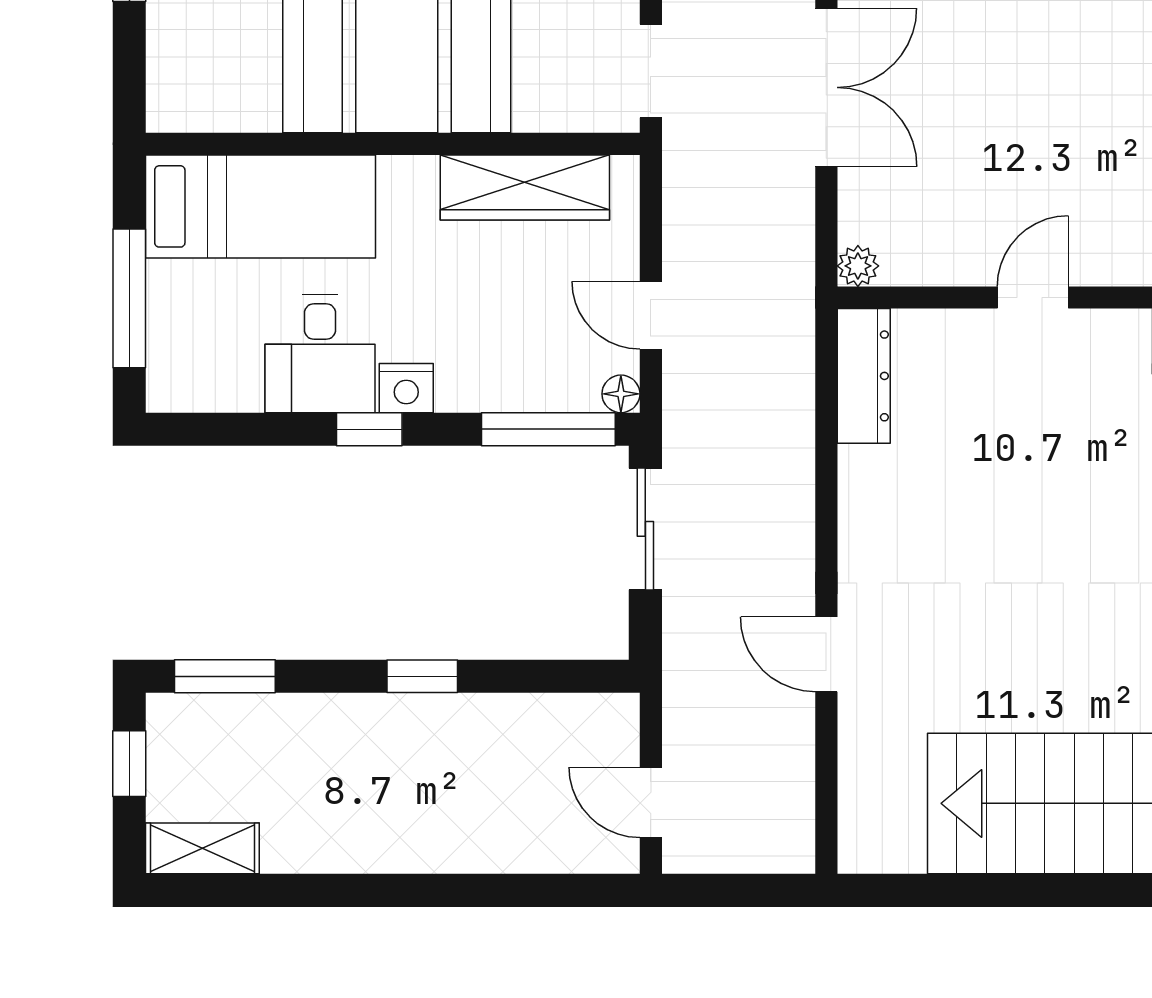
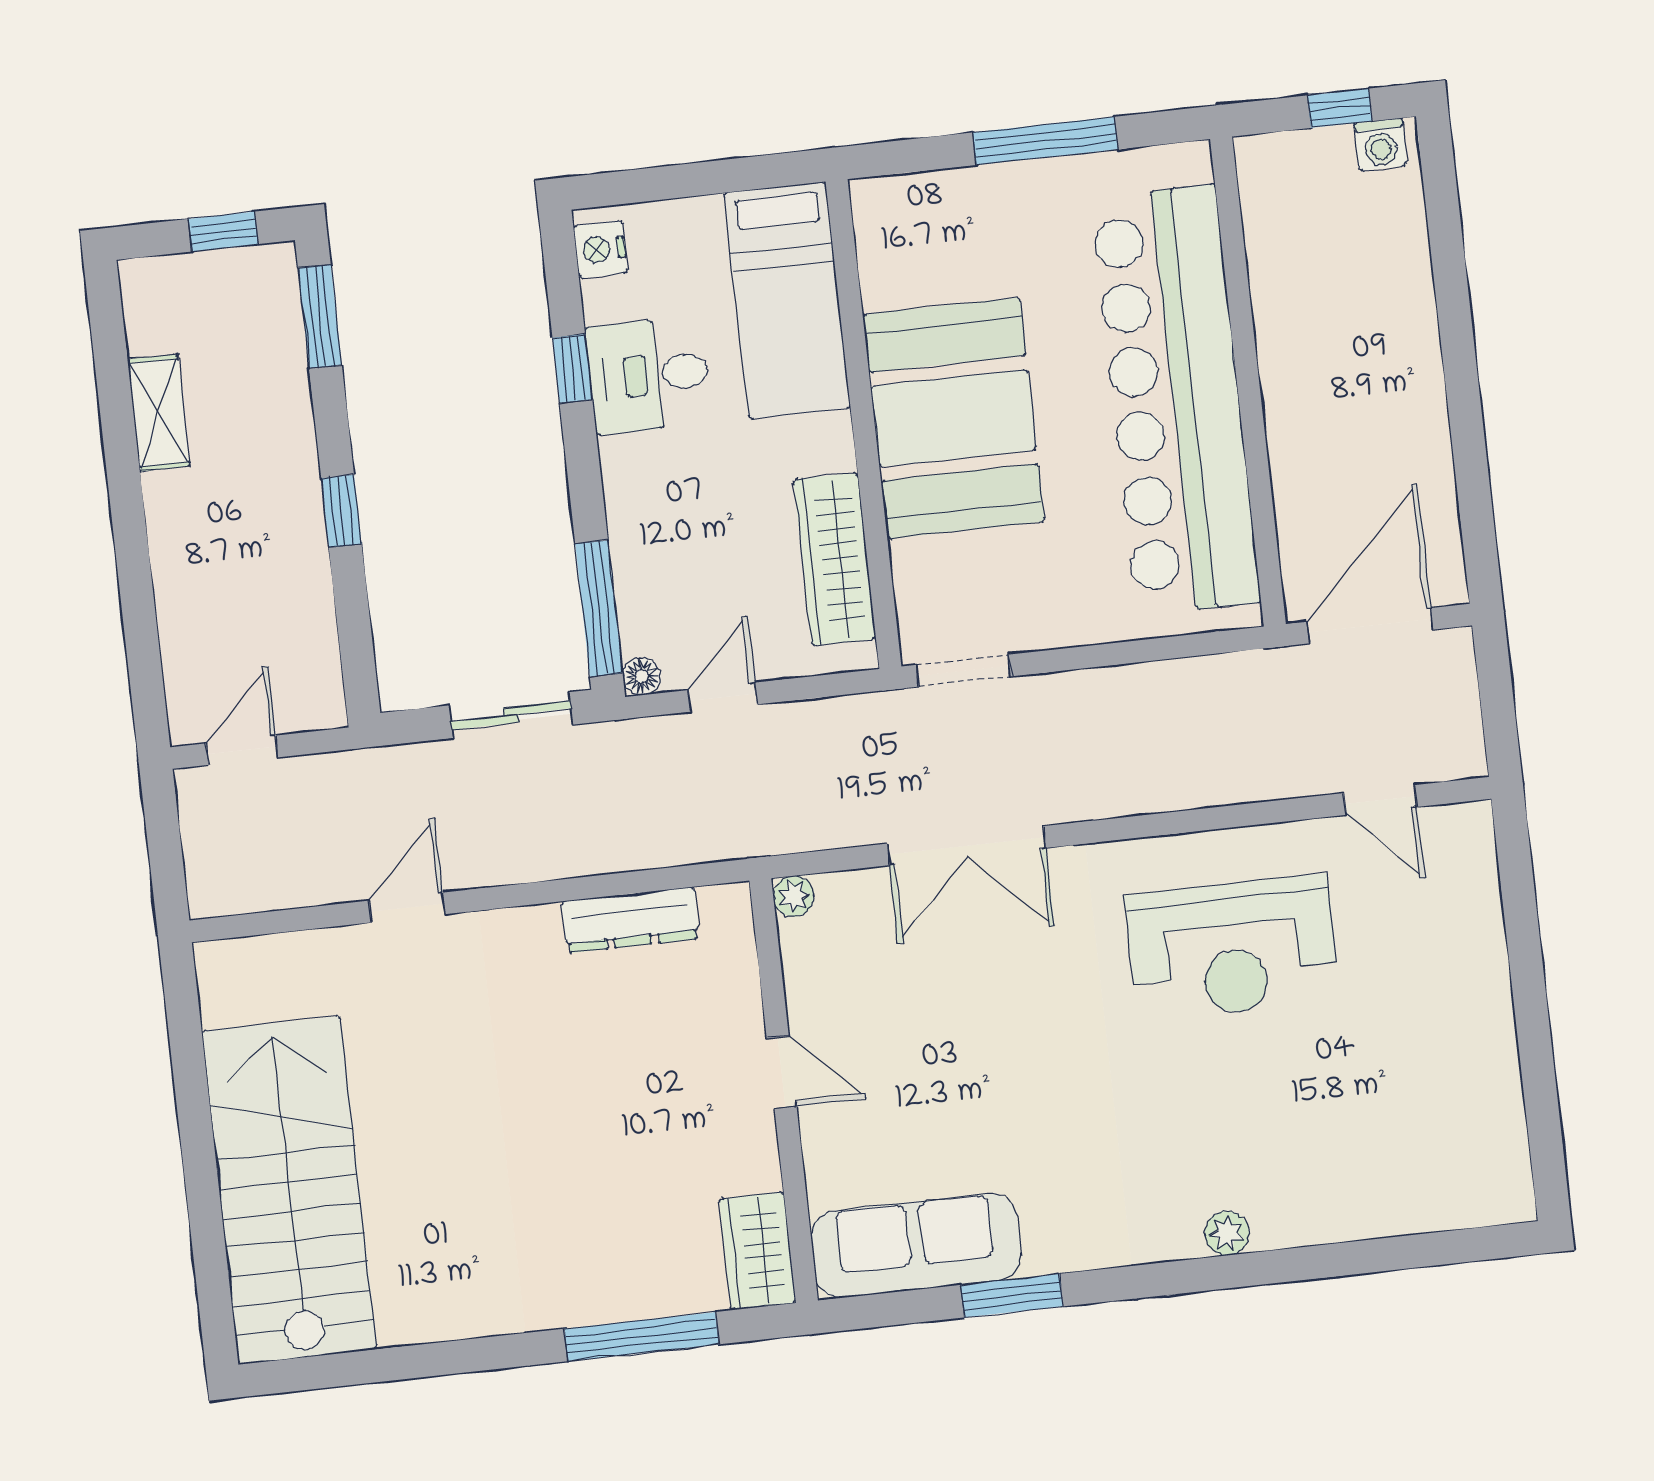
window: (129, 298) -> (682, 181), removed
dresser: (864, 376) -> (631, 920), moved
nightstand: (406, 388) -> (600, 249), moved
window: (369, 429) -> (572, 368), moved
shelving: (202, 848) -> (159, 413), moved

